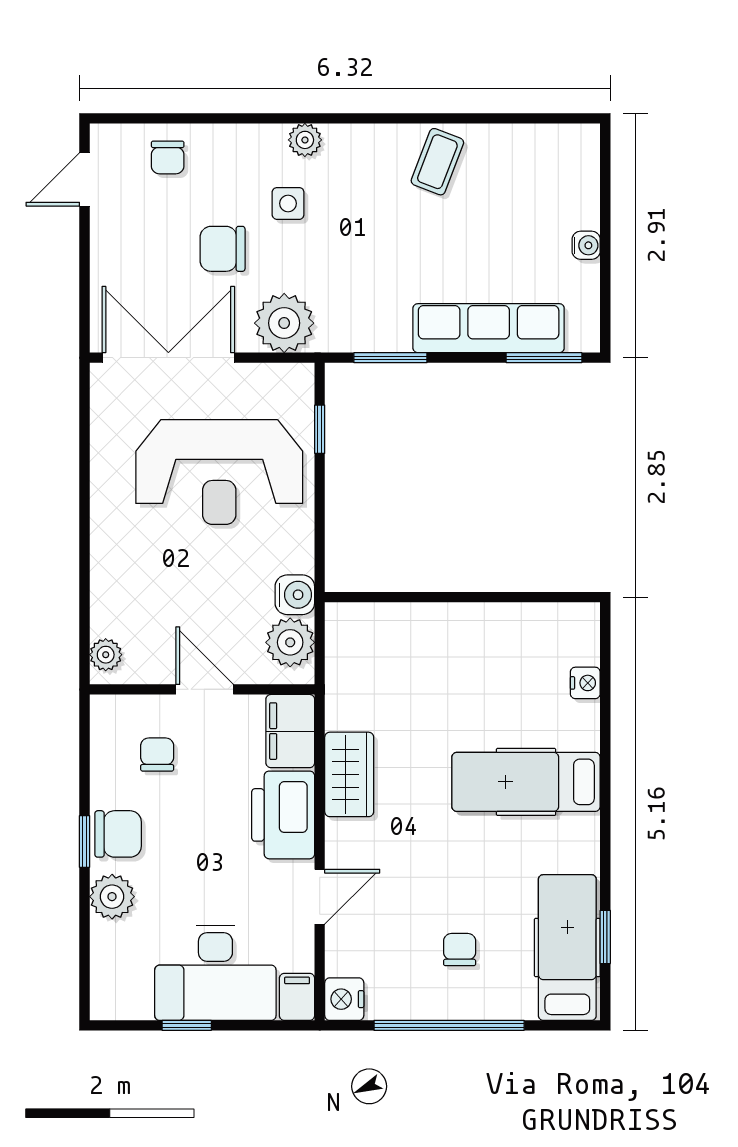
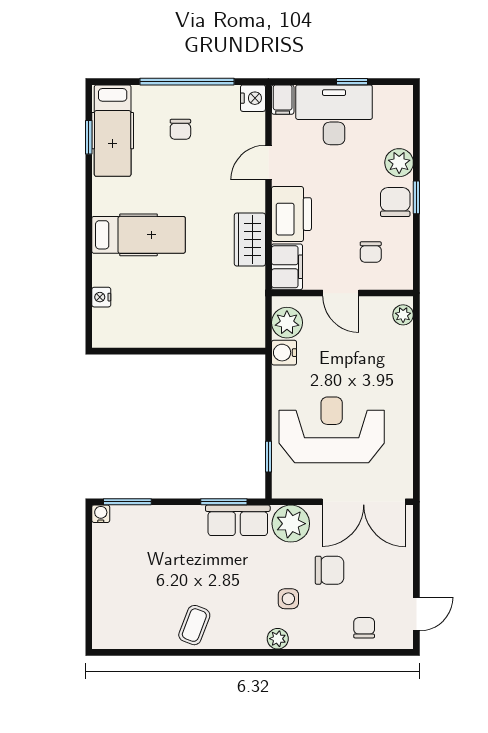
water cooler: (586, 245) -> (101, 514), moved, turned 90
row of seats: (489, 328) -> (238, 520), moved, width x0.68
chair: (118, 834) -> (395, 202), turned 90

